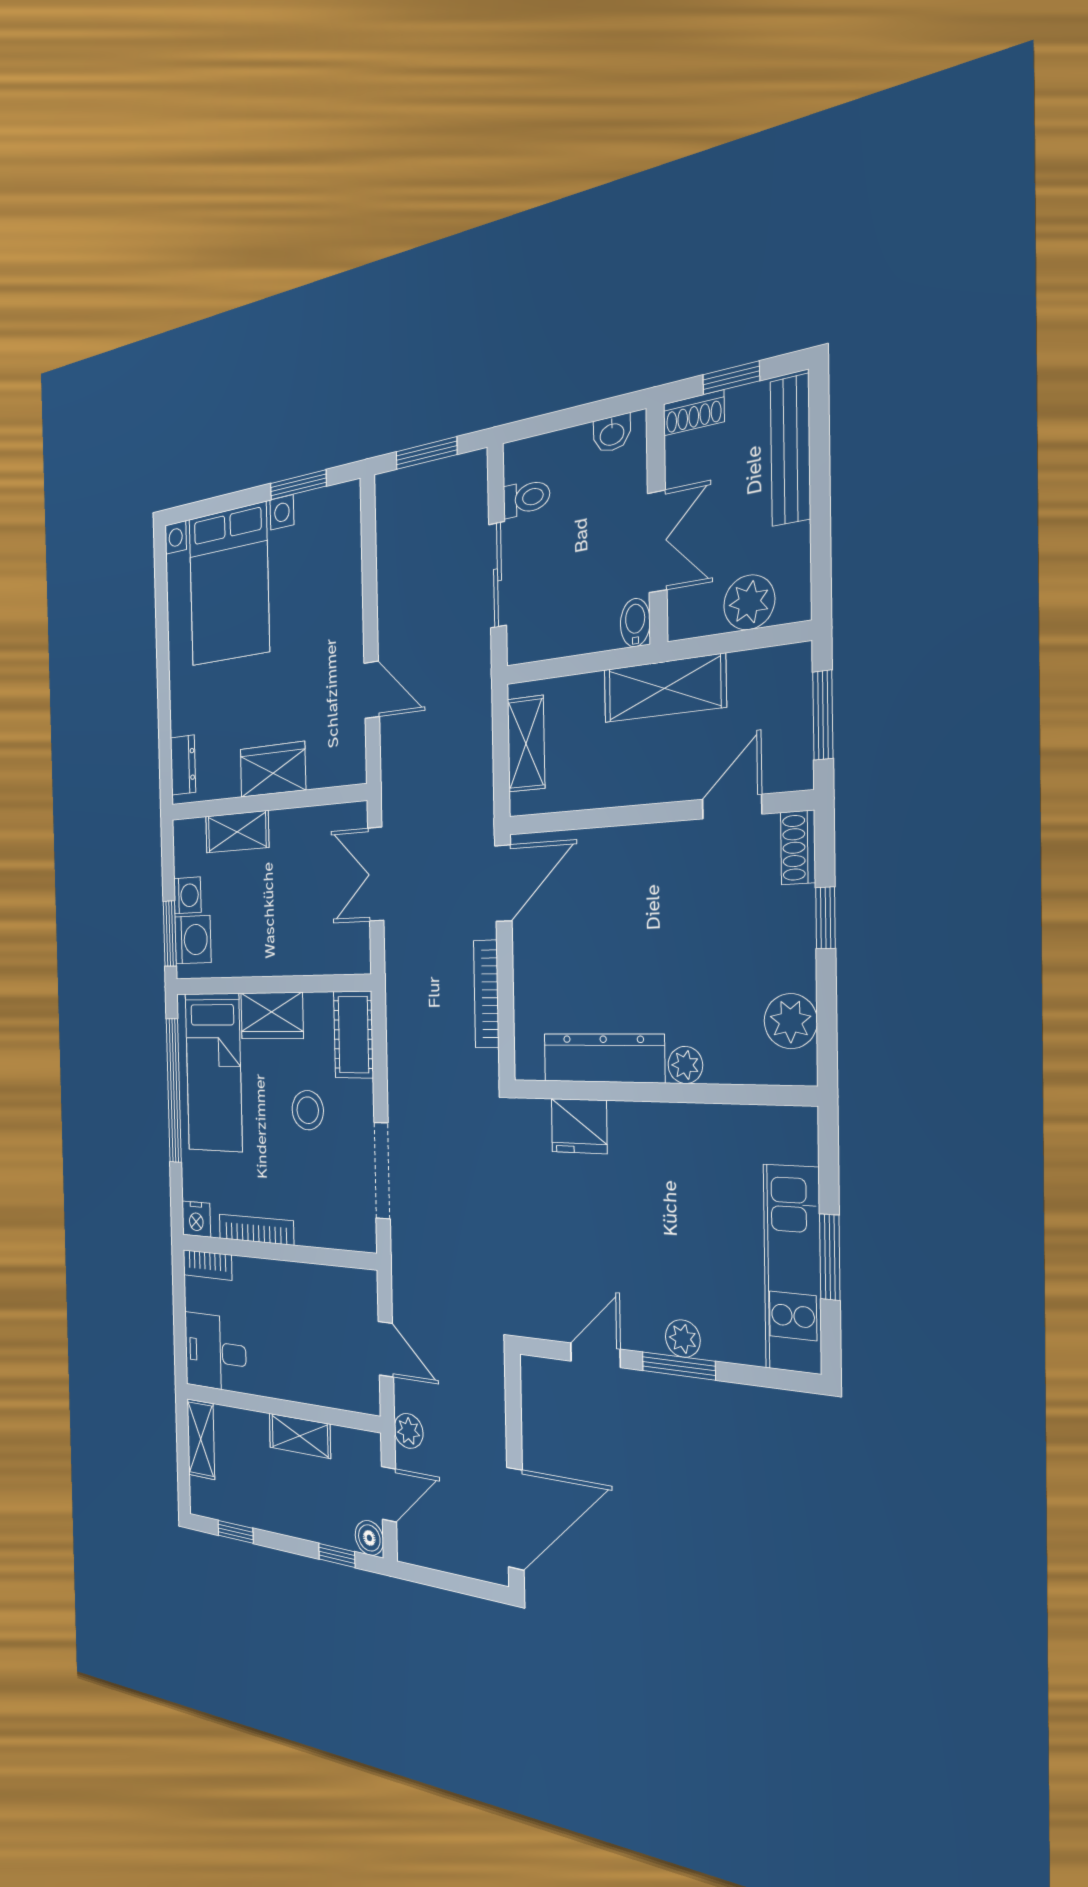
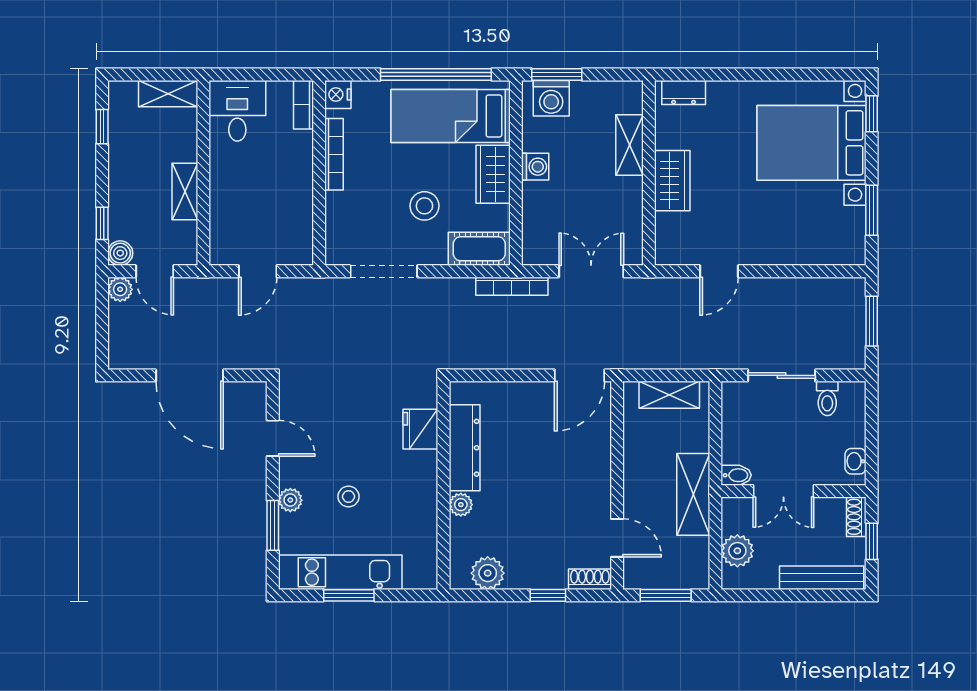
window: (198, 510) -> (872, 114), added
door: (503, 883) -> (579, 375), hinge flipped
washing machine: (187, 895) -> (535, 167), moved, turned -90
bookcase: (486, 994) -> (512, 286), moved, turned 180
stool: (676, 1245) -> (349, 497), added
window: (679, 1366) -> (273, 525), moved
plant: (408, 1431) -> (120, 289), moved
door: (515, 1519) -> (190, 375), moved

